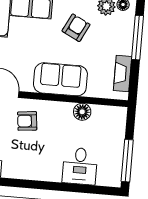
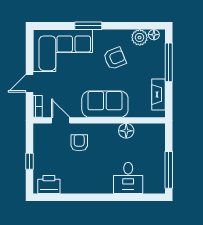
armchair: (76, 28) -> (115, 58), turned 41
armchair: (27, 121) -> (79, 143), turned 96

